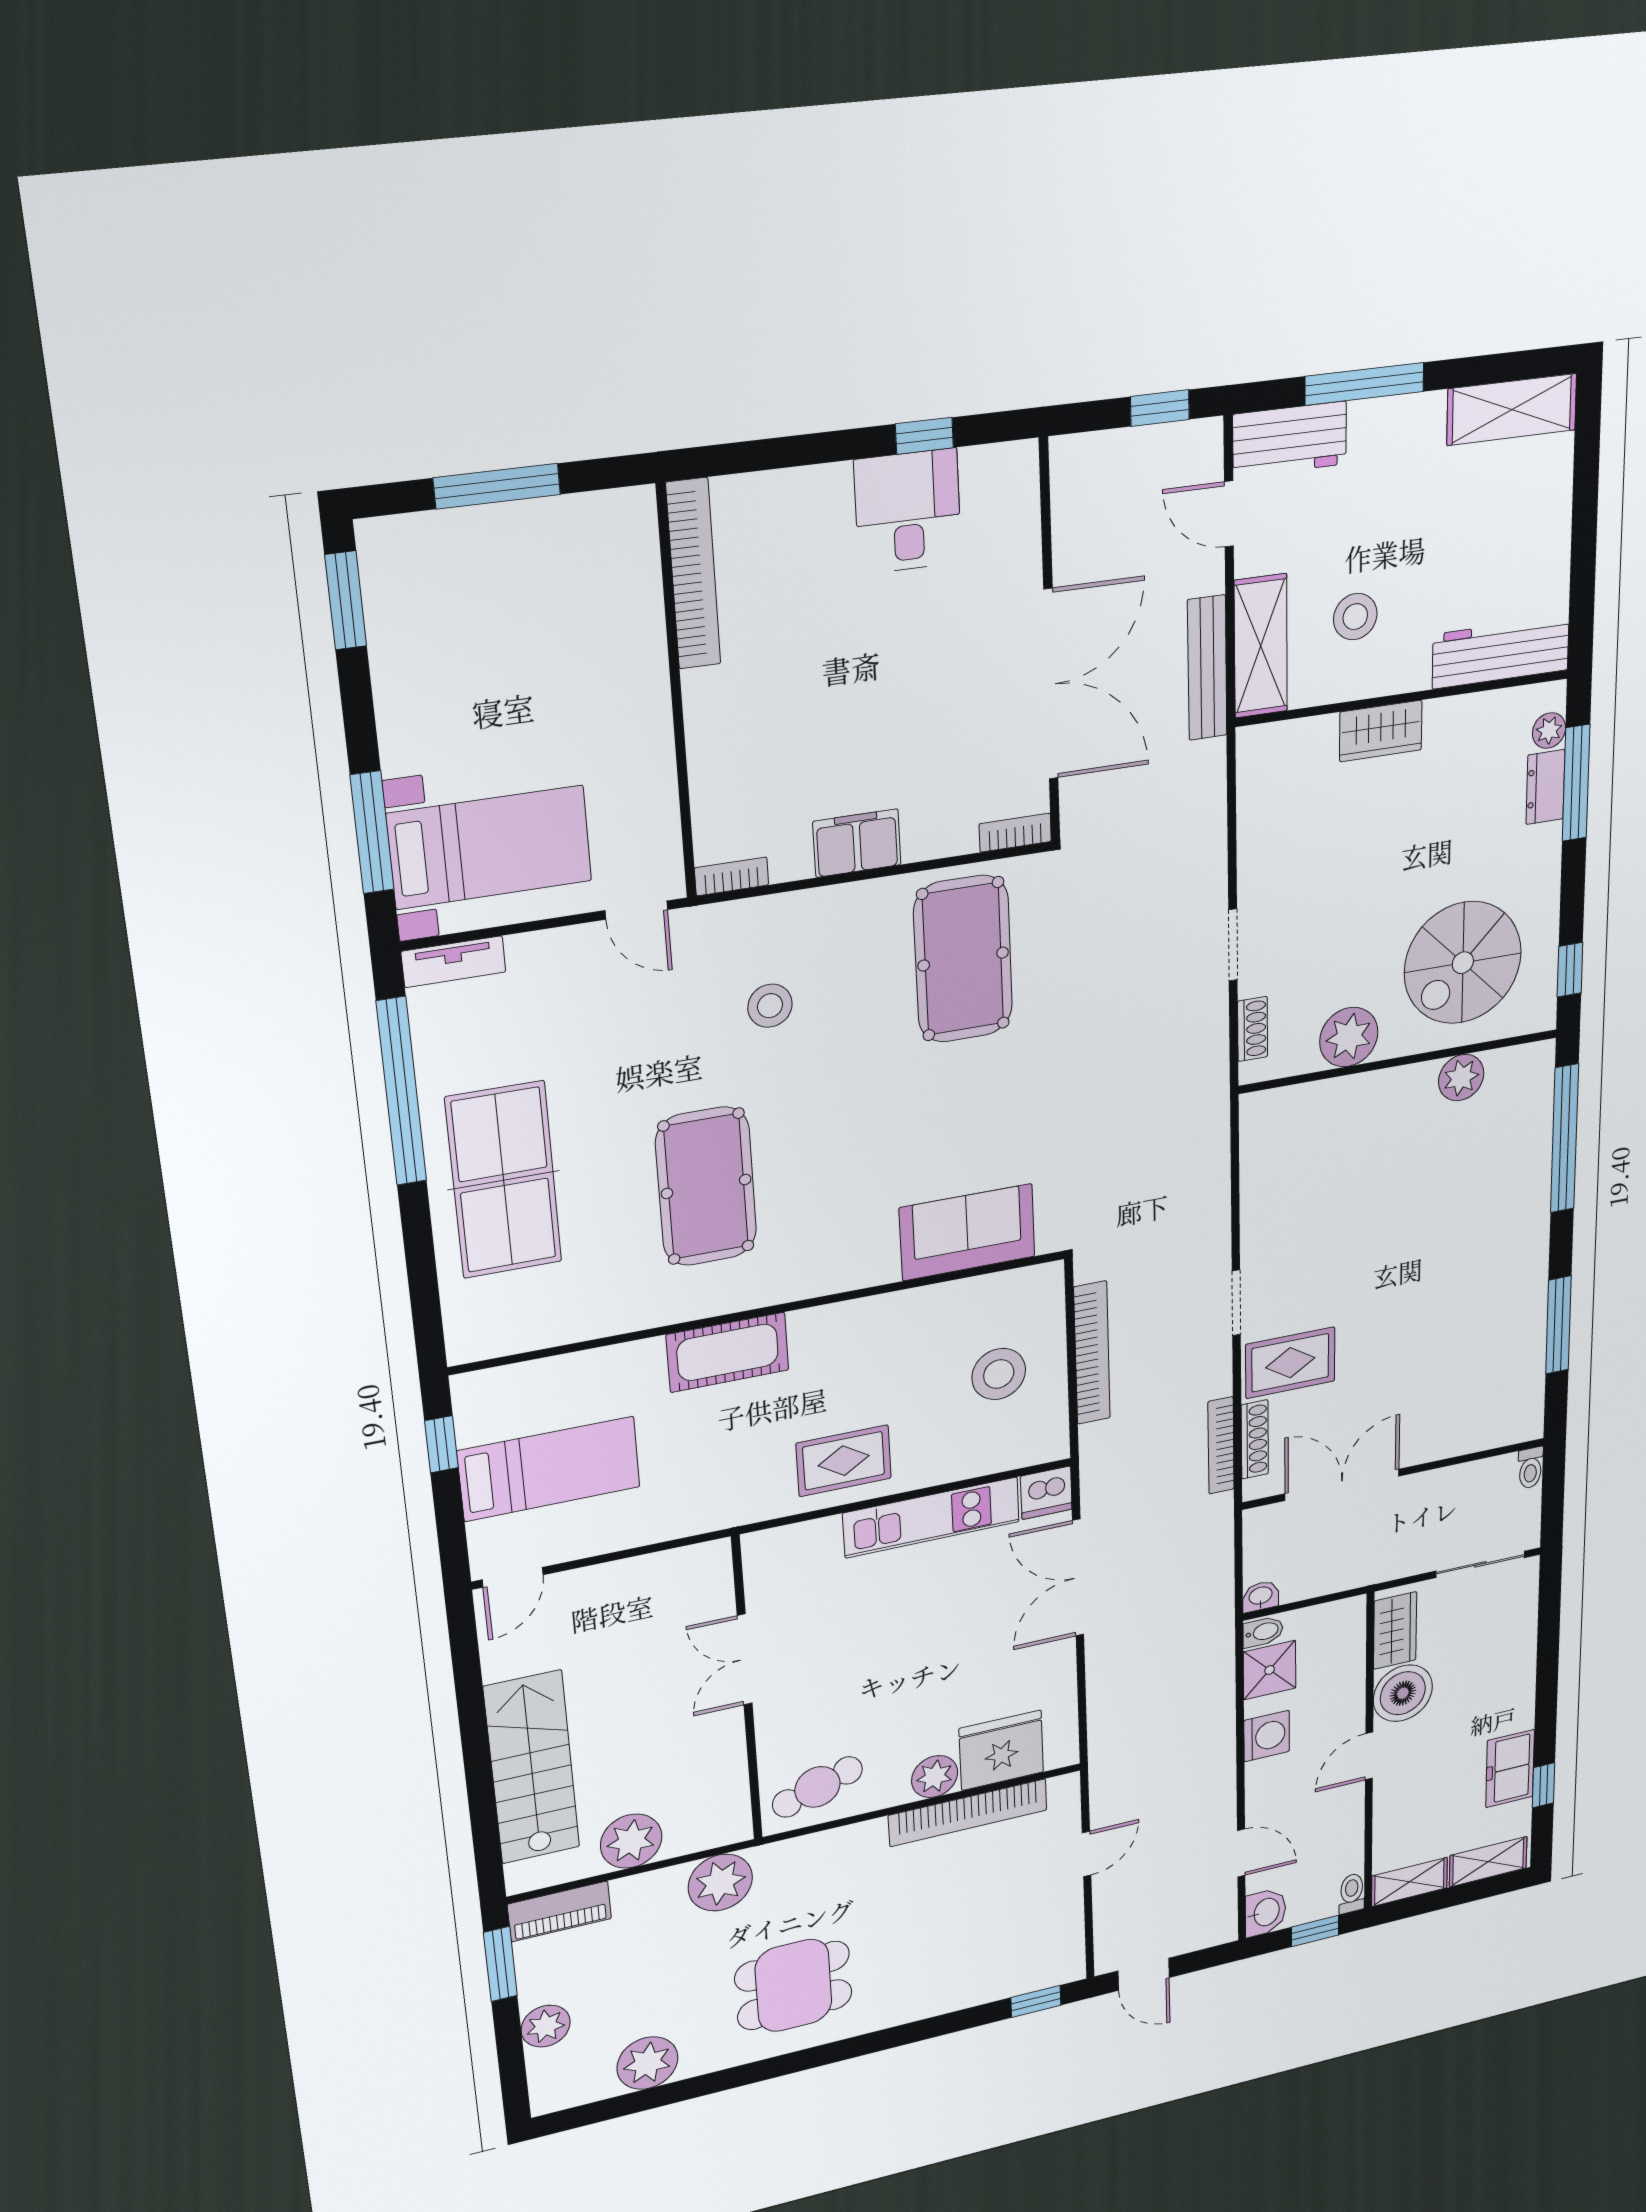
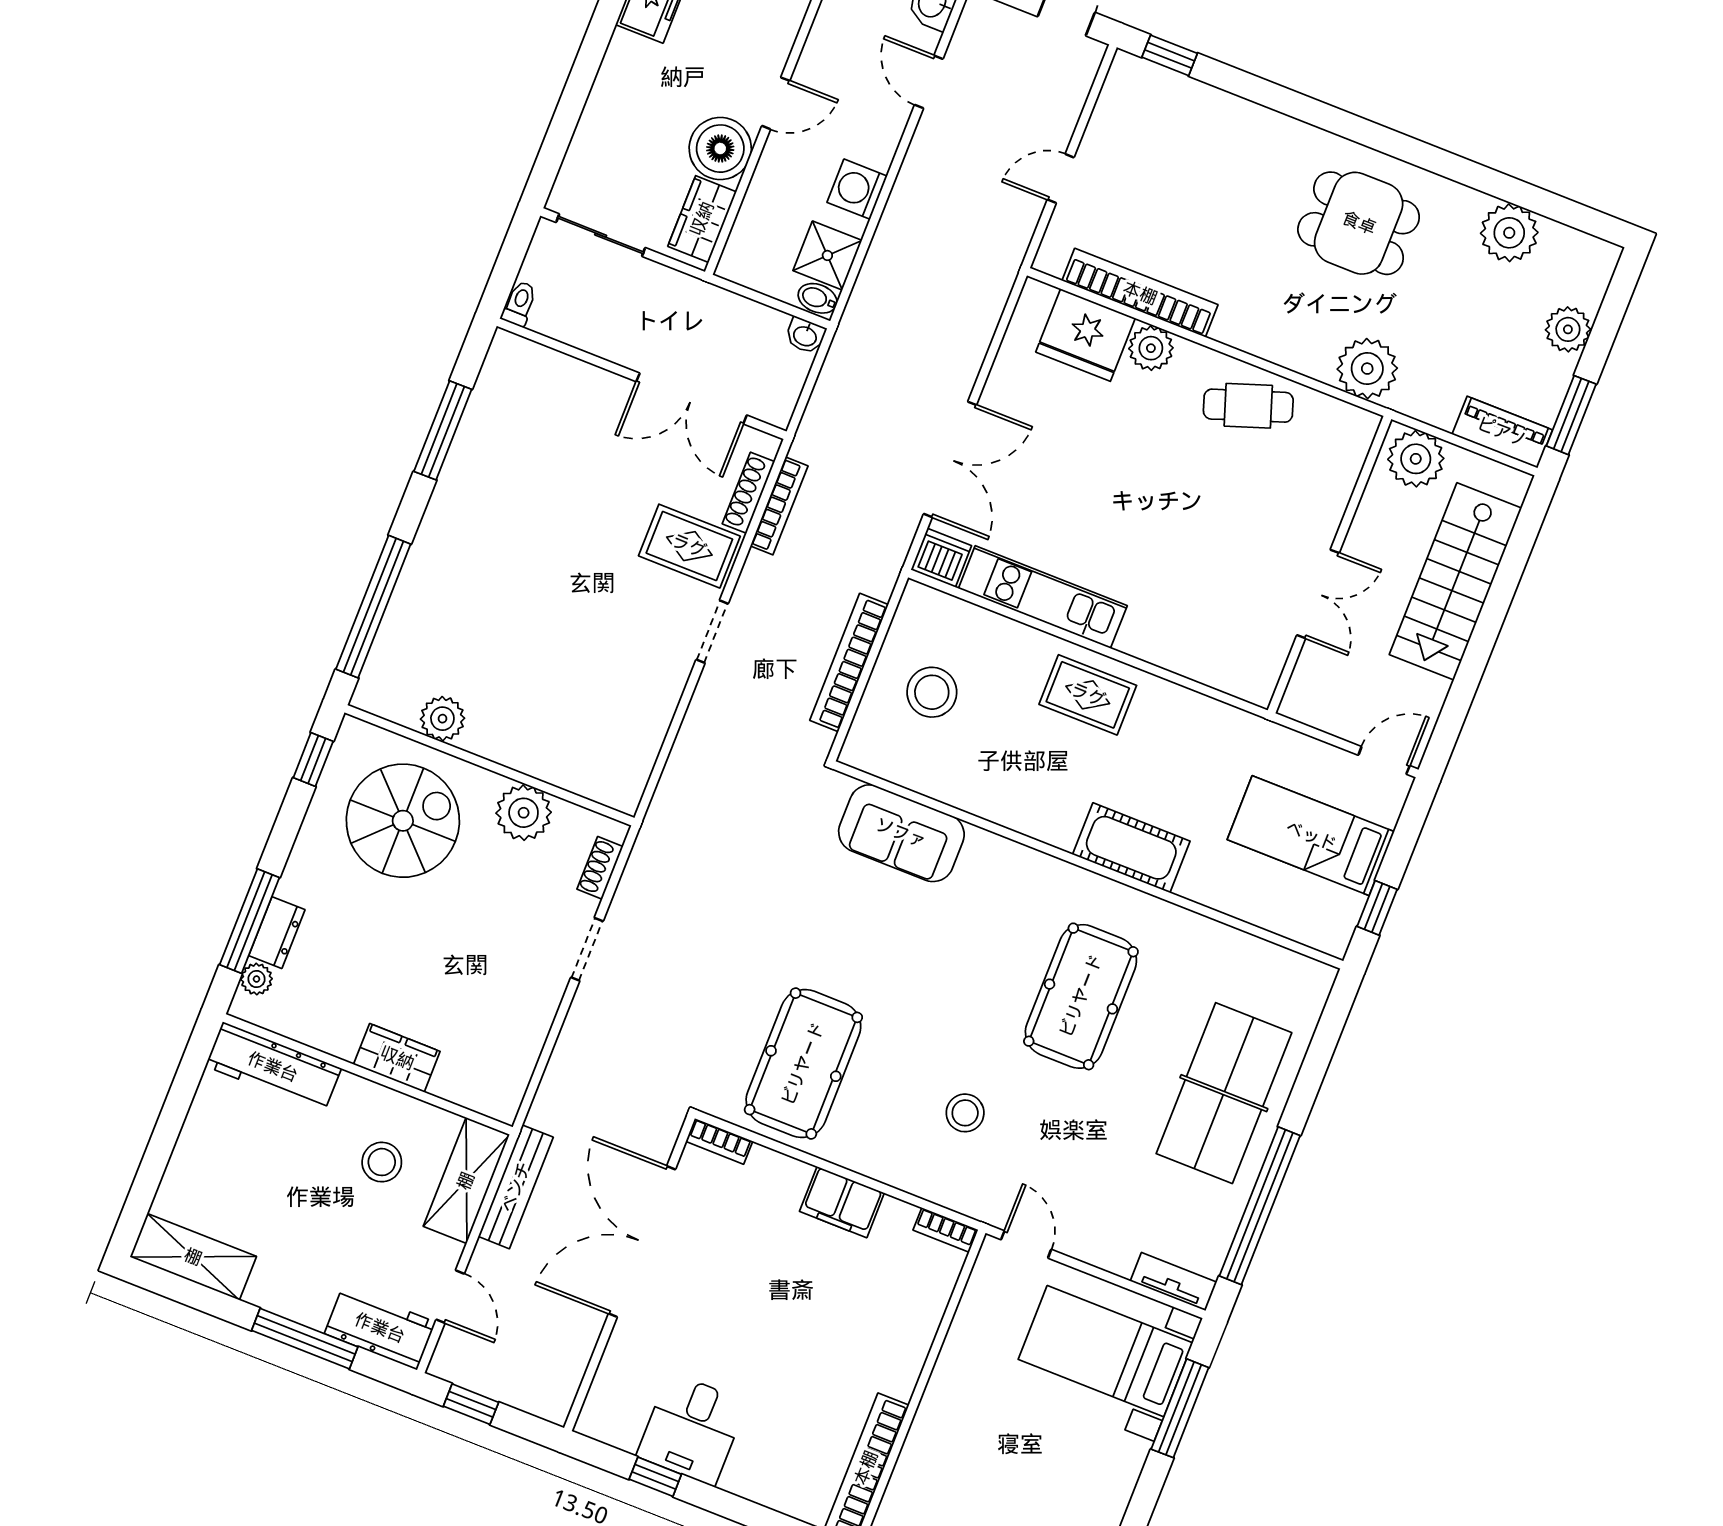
double door: (745, 1660) -> (1318, 594), moved
wall: (747, 1690) -> (1329, 565), moved

